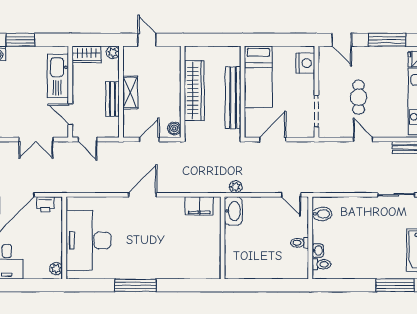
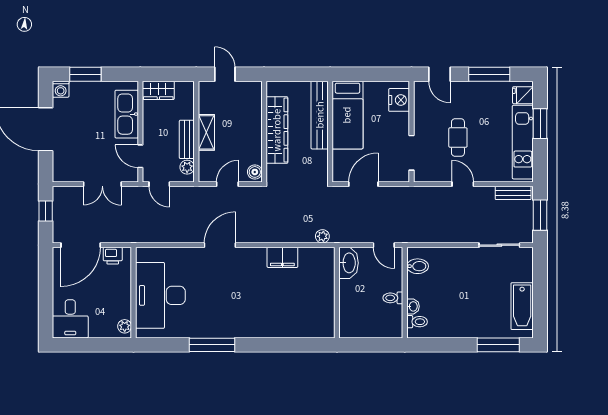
plant: (113, 52) -> (187, 167), moved
bench: (233, 98) -> (320, 115), moved
washbasin: (233, 211) -> (349, 263), moved
wall: (223, 238) -> (337, 293), moved

